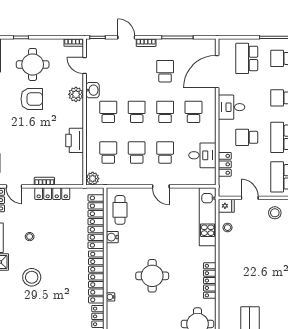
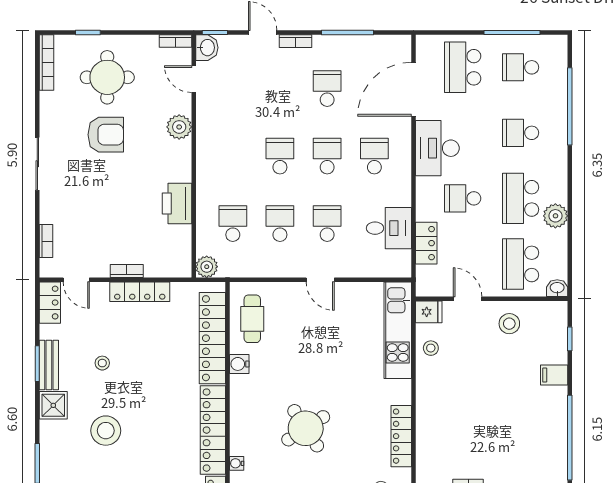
washbasin: (93, 90) -> (207, 48), moved
desk: (231, 107) -> (437, 148), width x1.37
school desk: (108, 112) -> (233, 156), removed
round table: (152, 276) -> (306, 428), turned -33

